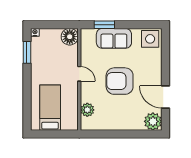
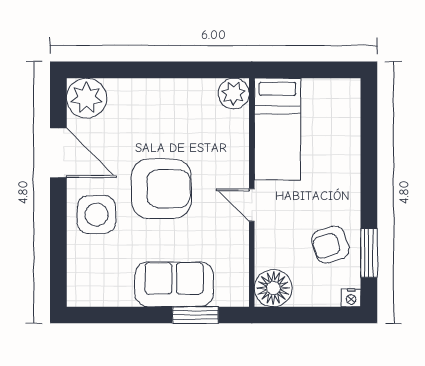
side table: (150, 39) -> (96, 215), moved
armchair: (44, 56) -> (330, 245), added
bed: (50, 108) -> (277, 129), moved
plant: (87, 110) -> (234, 93), moved

